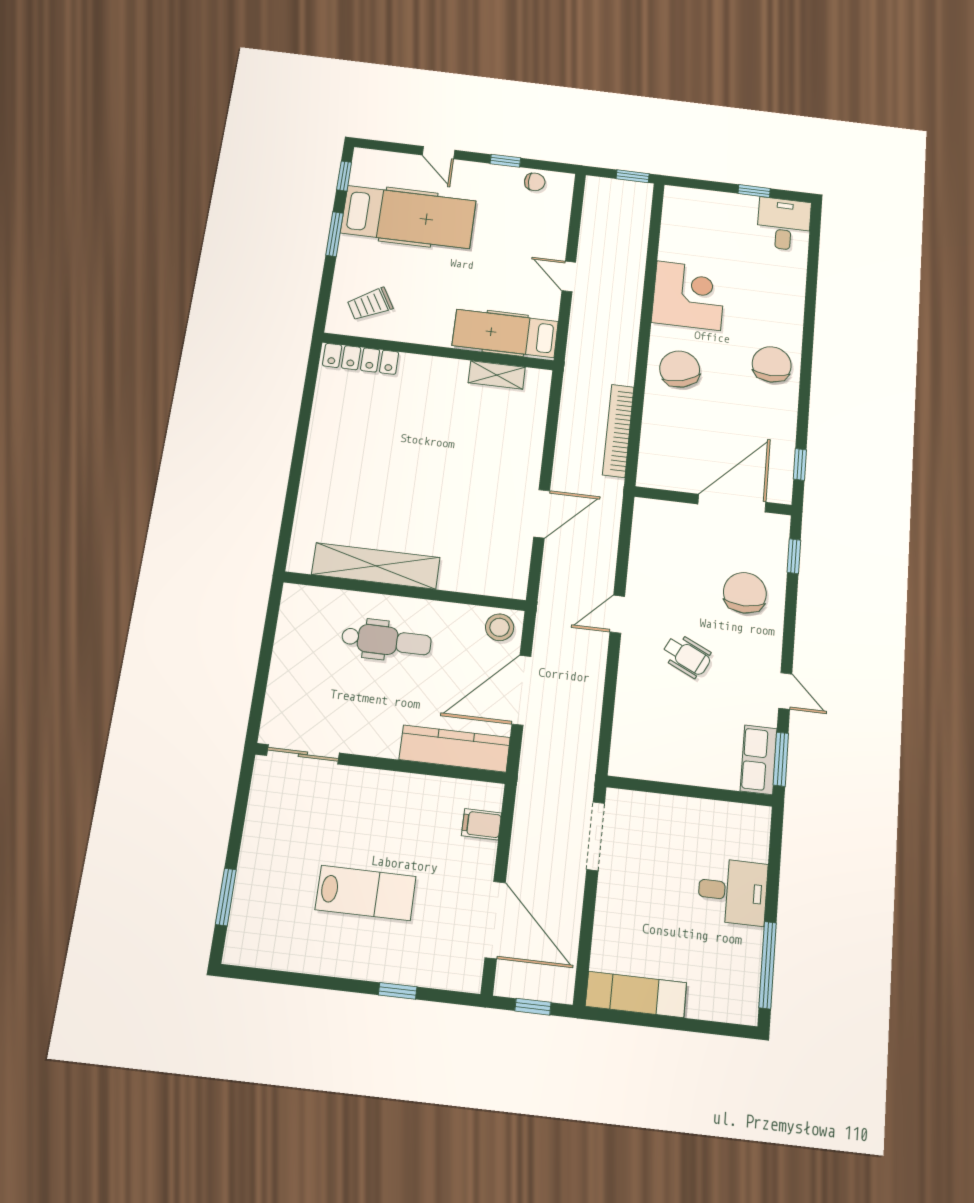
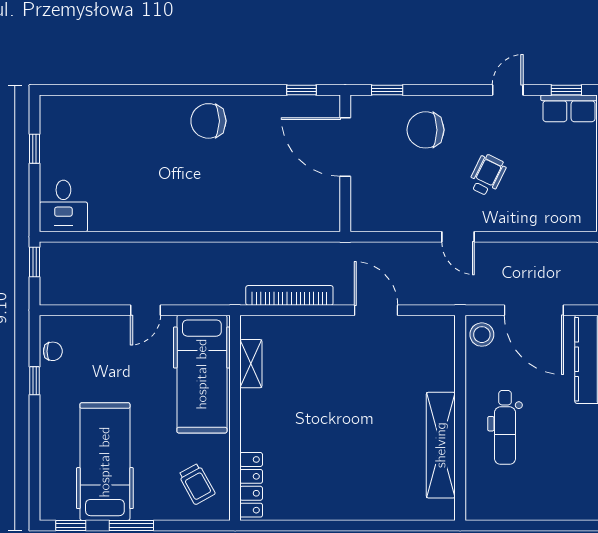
door: (439, 153) -> (34, 443), removed
chair: (535, 182) -> (53, 351), turned 90
desk: (784, 224) -> (63, 206), moved, turned -90
corner desk: (689, 296) -> (150, 200), removed
hospital bed: (505, 333) -> (202, 374), width x1.37, depth x1.29
chair: (680, 369) -> (224, 203), removed
bookcase: (618, 431) -> (289, 295), moved, turned 180
dental chair: (386, 641) -> (505, 427), turned 180
window: (781, 759) -> (566, 90), width x0.67

